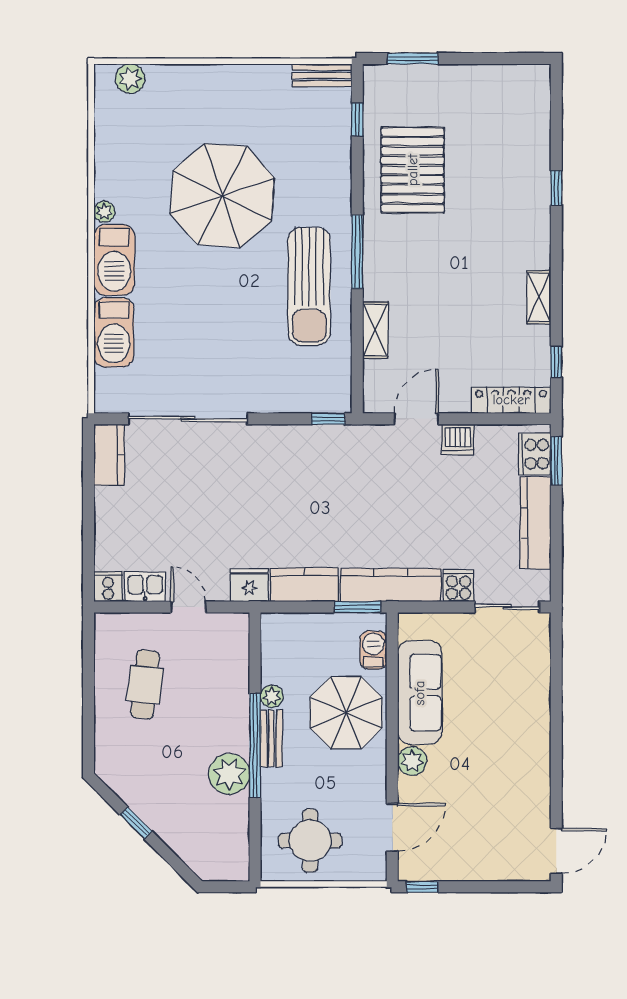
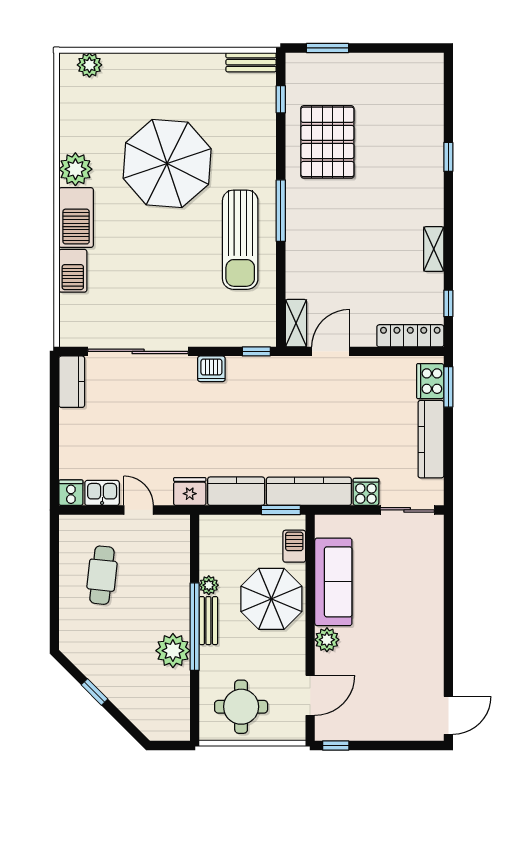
plant: (104, 212) -> (75, 169), width x1.87, depth x1.87
shelving: (375, 330) -> (296, 323), moved
barbecue: (114, 332) -> (73, 271), width x0.73, depth x0.83
dishwasher: (458, 439) -> (211, 369), moved

